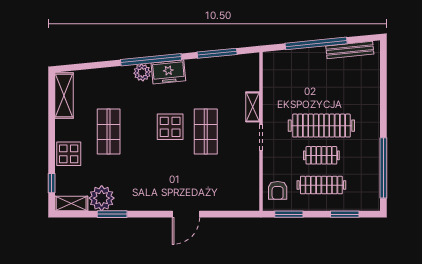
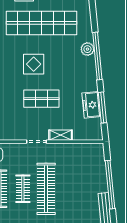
freezer: (168, 72) -> (91, 105), moved
display table: (170, 127) -> (34, 64), moved
shop shelf: (109, 132) -> (41, 23), width x2.00, depth x1.36

